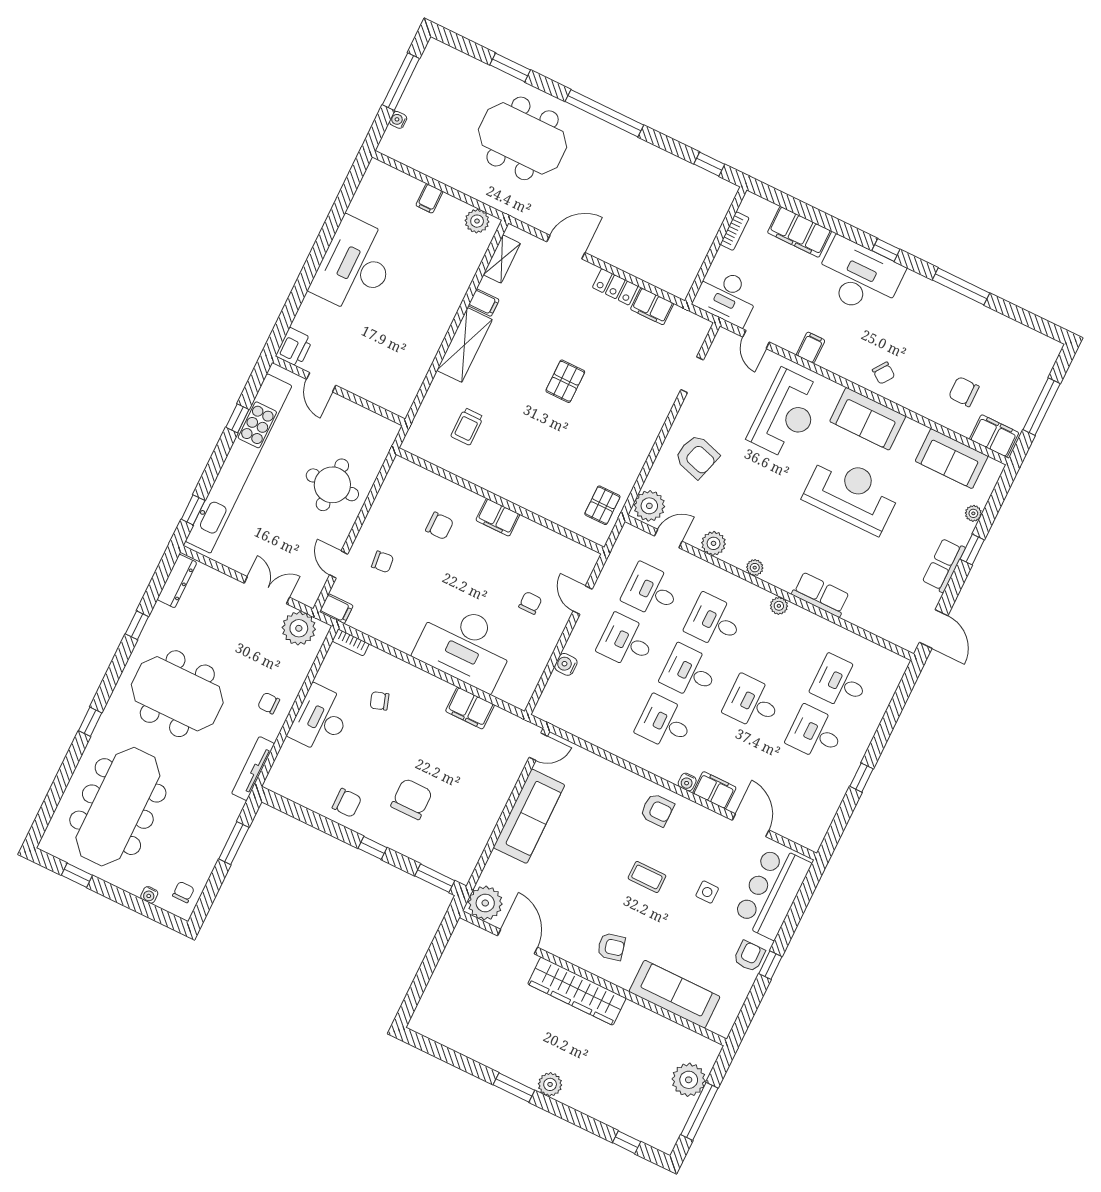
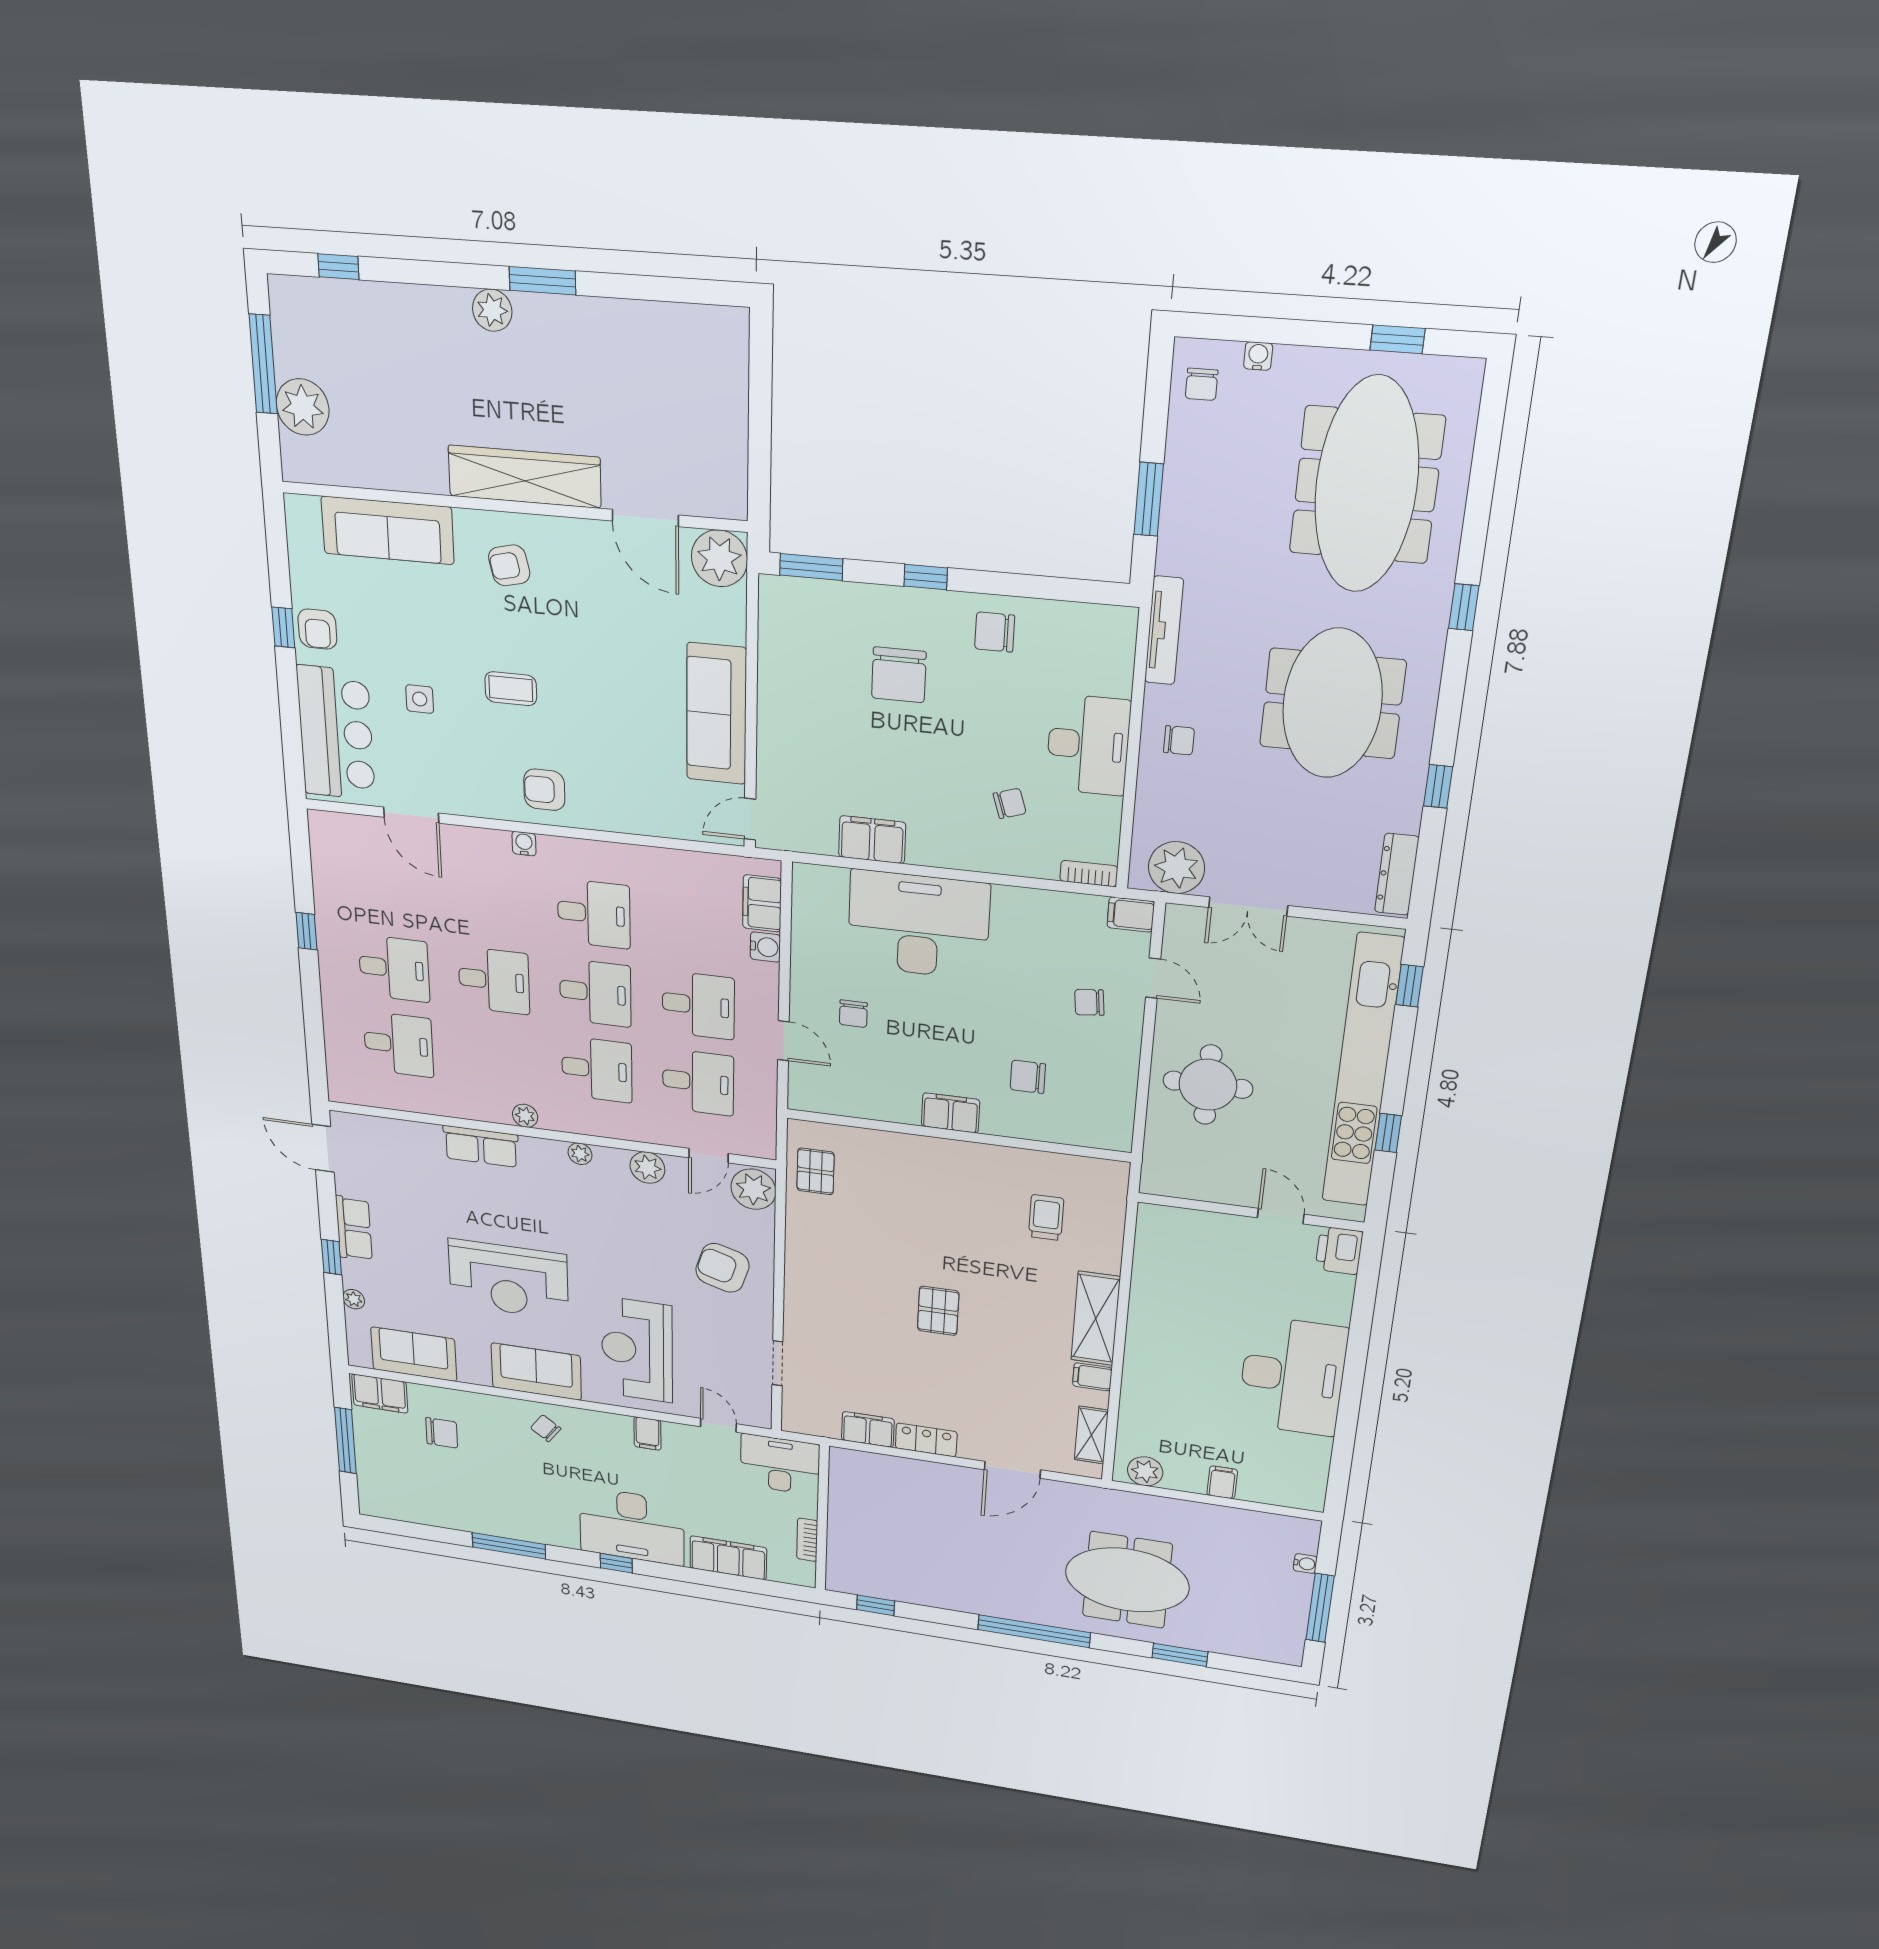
meeting table: (177, 694) -> (1332, 704), turned 90
filing cabinet: (714, 790) -> (762, 903), moved, turned 90

